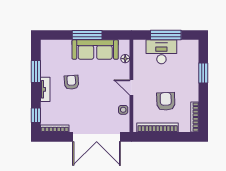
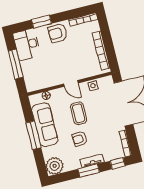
plant: (50, 49) -> (55, 166), added
desk: (161, 52) -> (27, 45), moved
window: (36, 72) -> (89, 171), moved
door: (131, 87) -> (71, 83), hinge flipped
coffee table: (98, 88) -> (79, 113), added
armchair: (166, 101) -> (58, 33), moved

